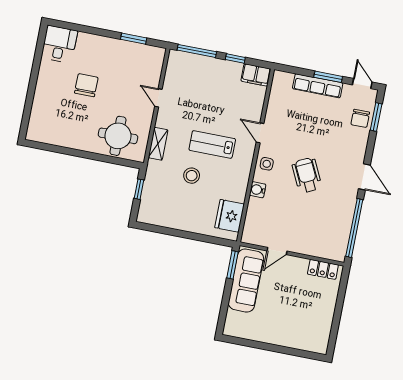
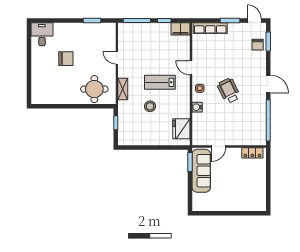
chair: (86, 85) -> (66, 59), turned 90
row of seats: (318, 86) -> (210, 28), moved

